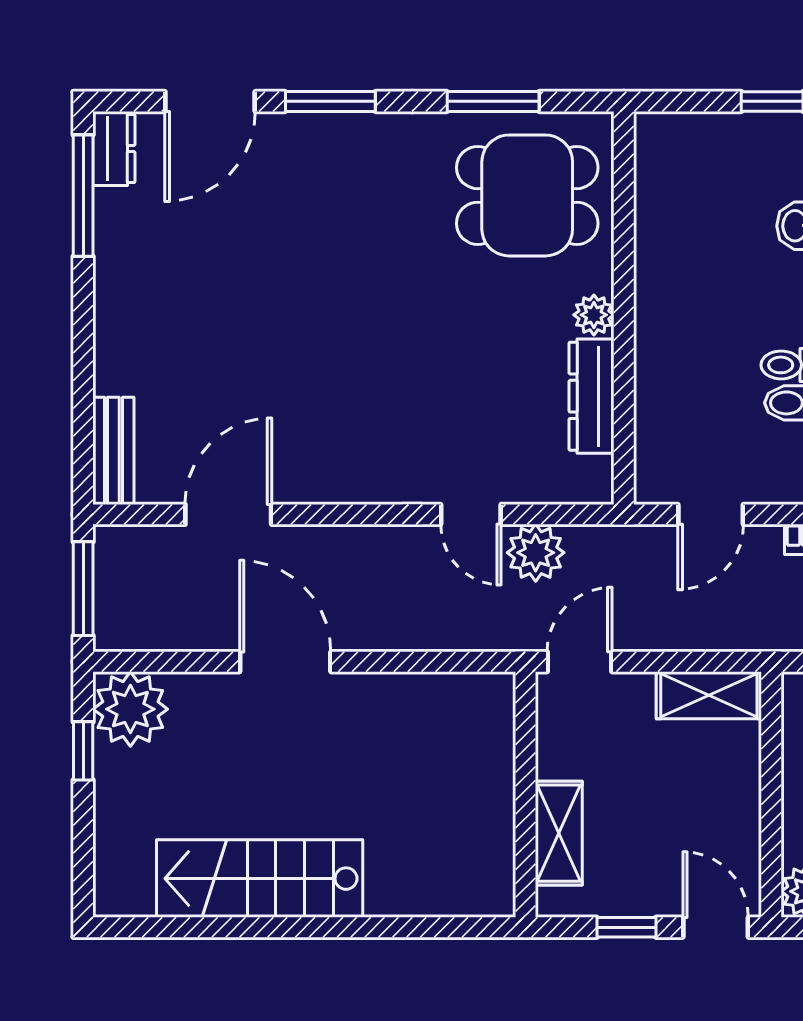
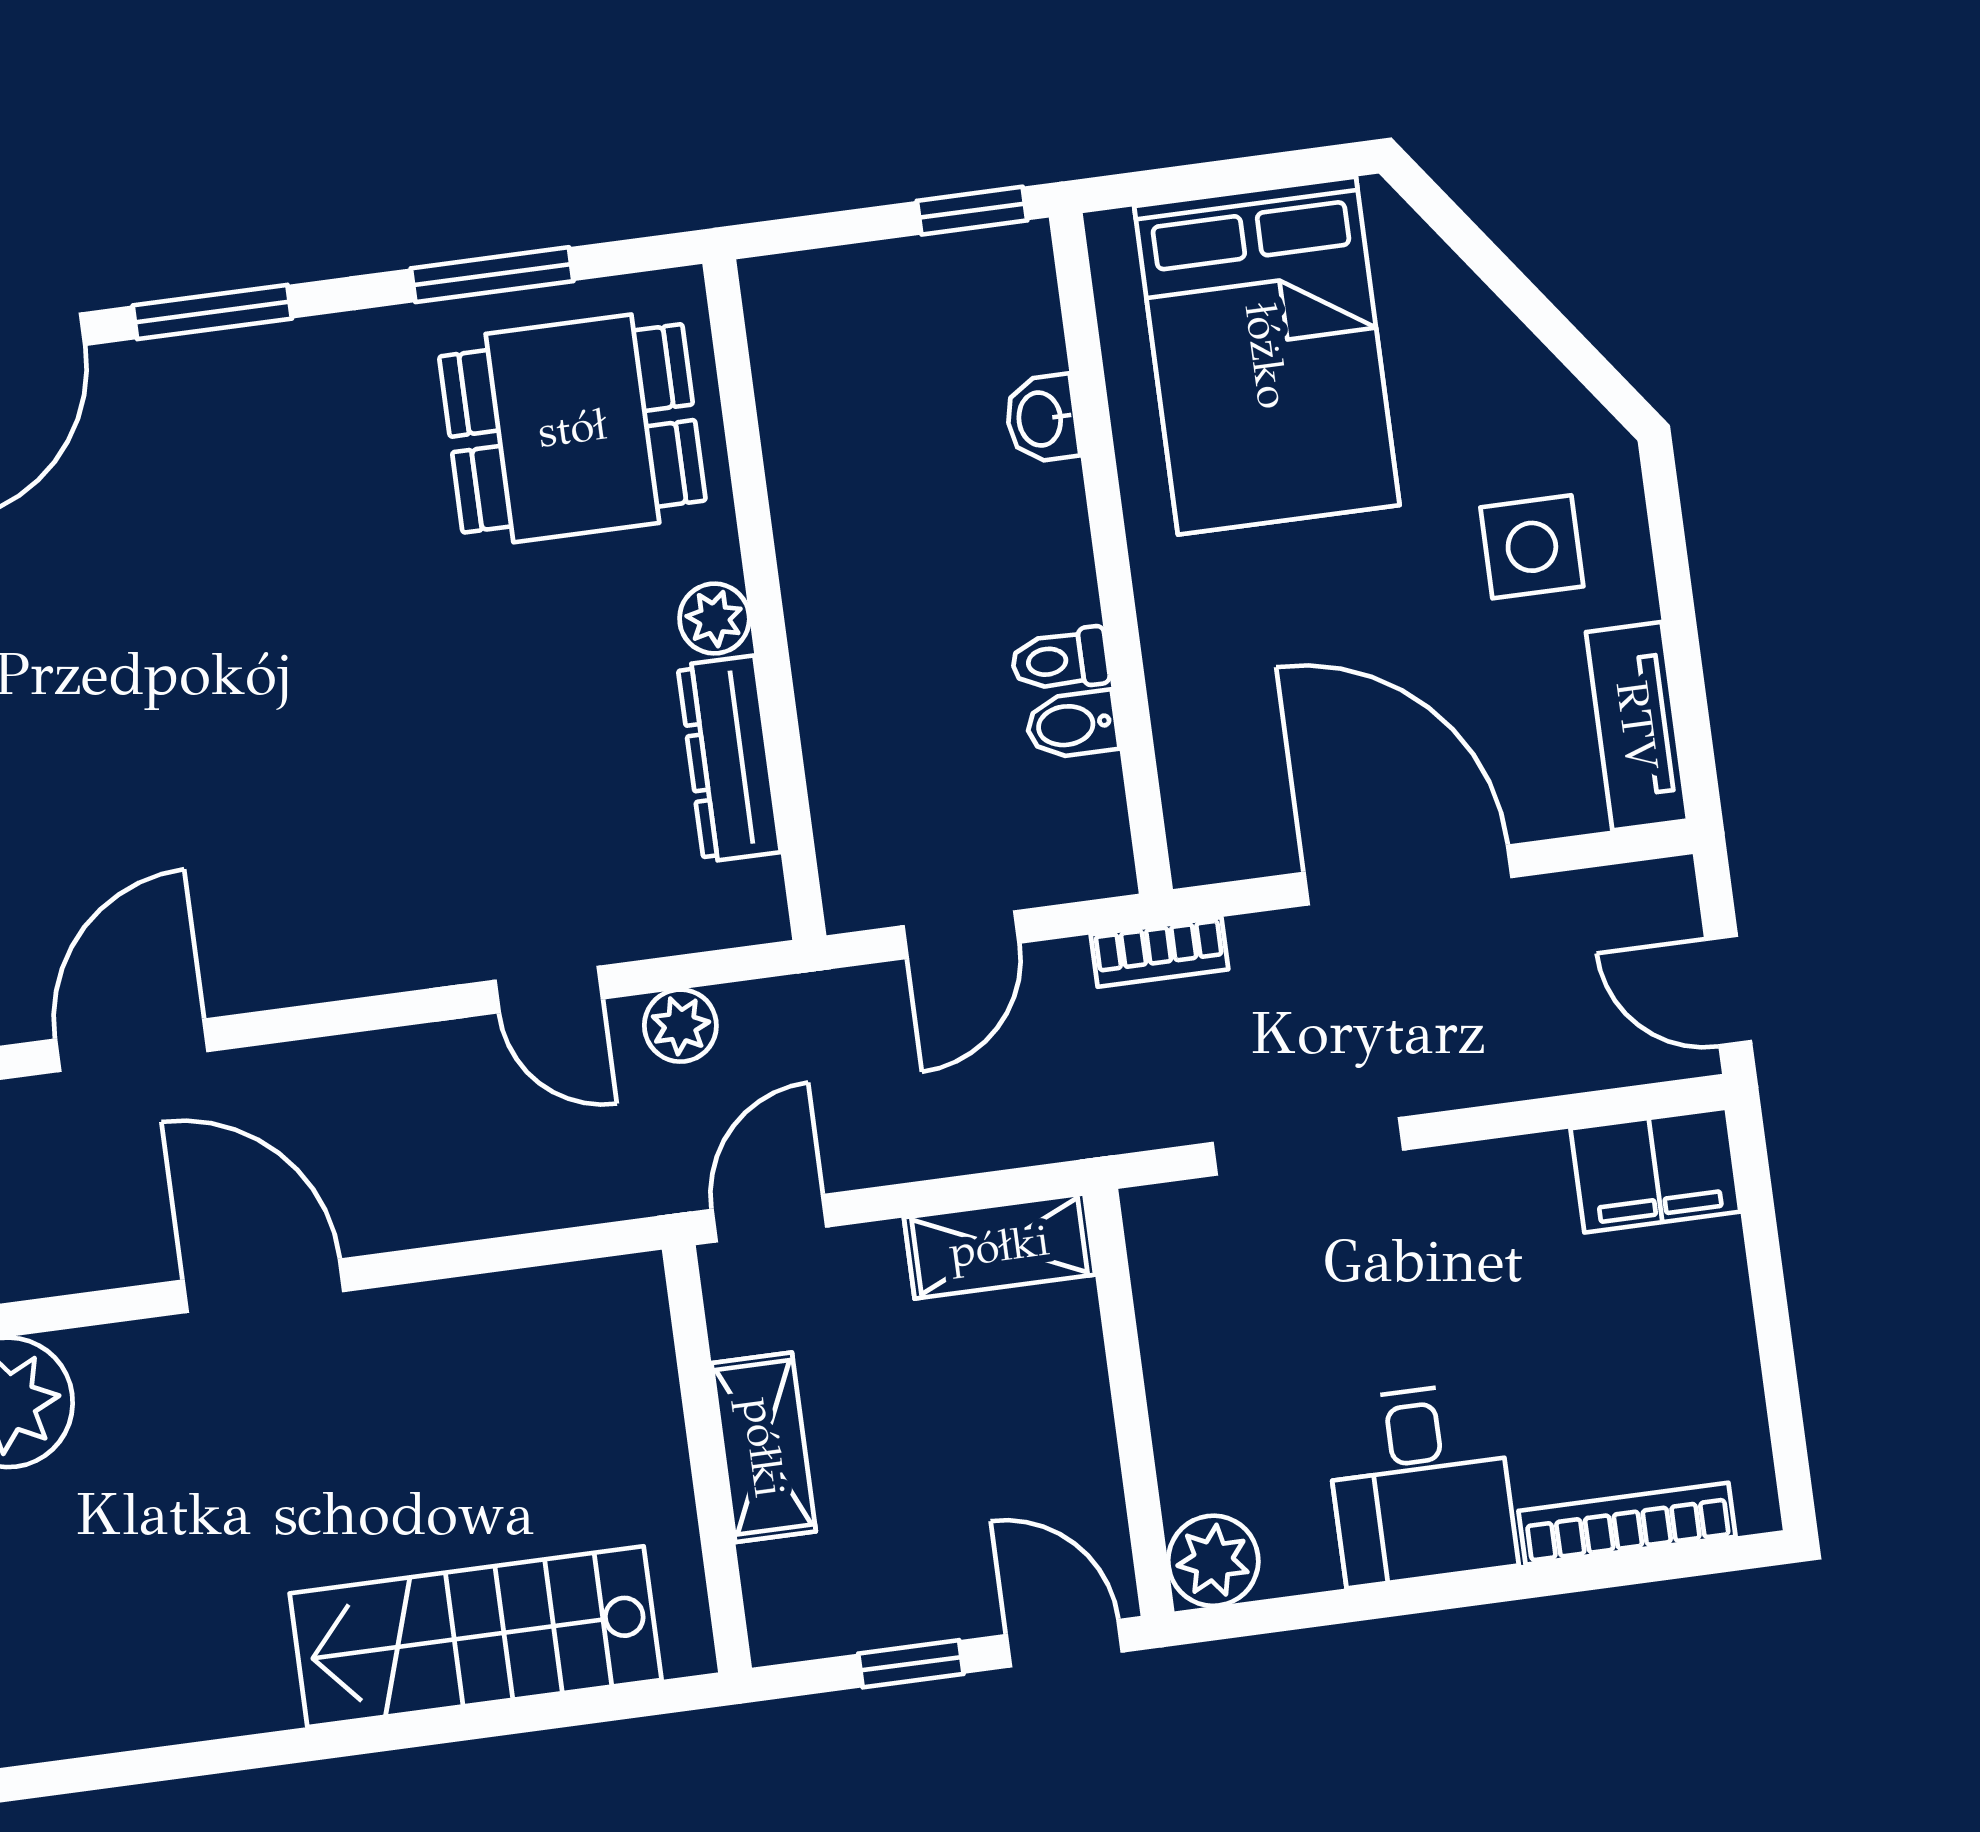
plant: (536, 553) -> (680, 1026), width x0.73, depth x0.73
shelving: (559, 833) -> (764, 1447), moved
stairs: (260, 879) -> (476, 1637), moved

